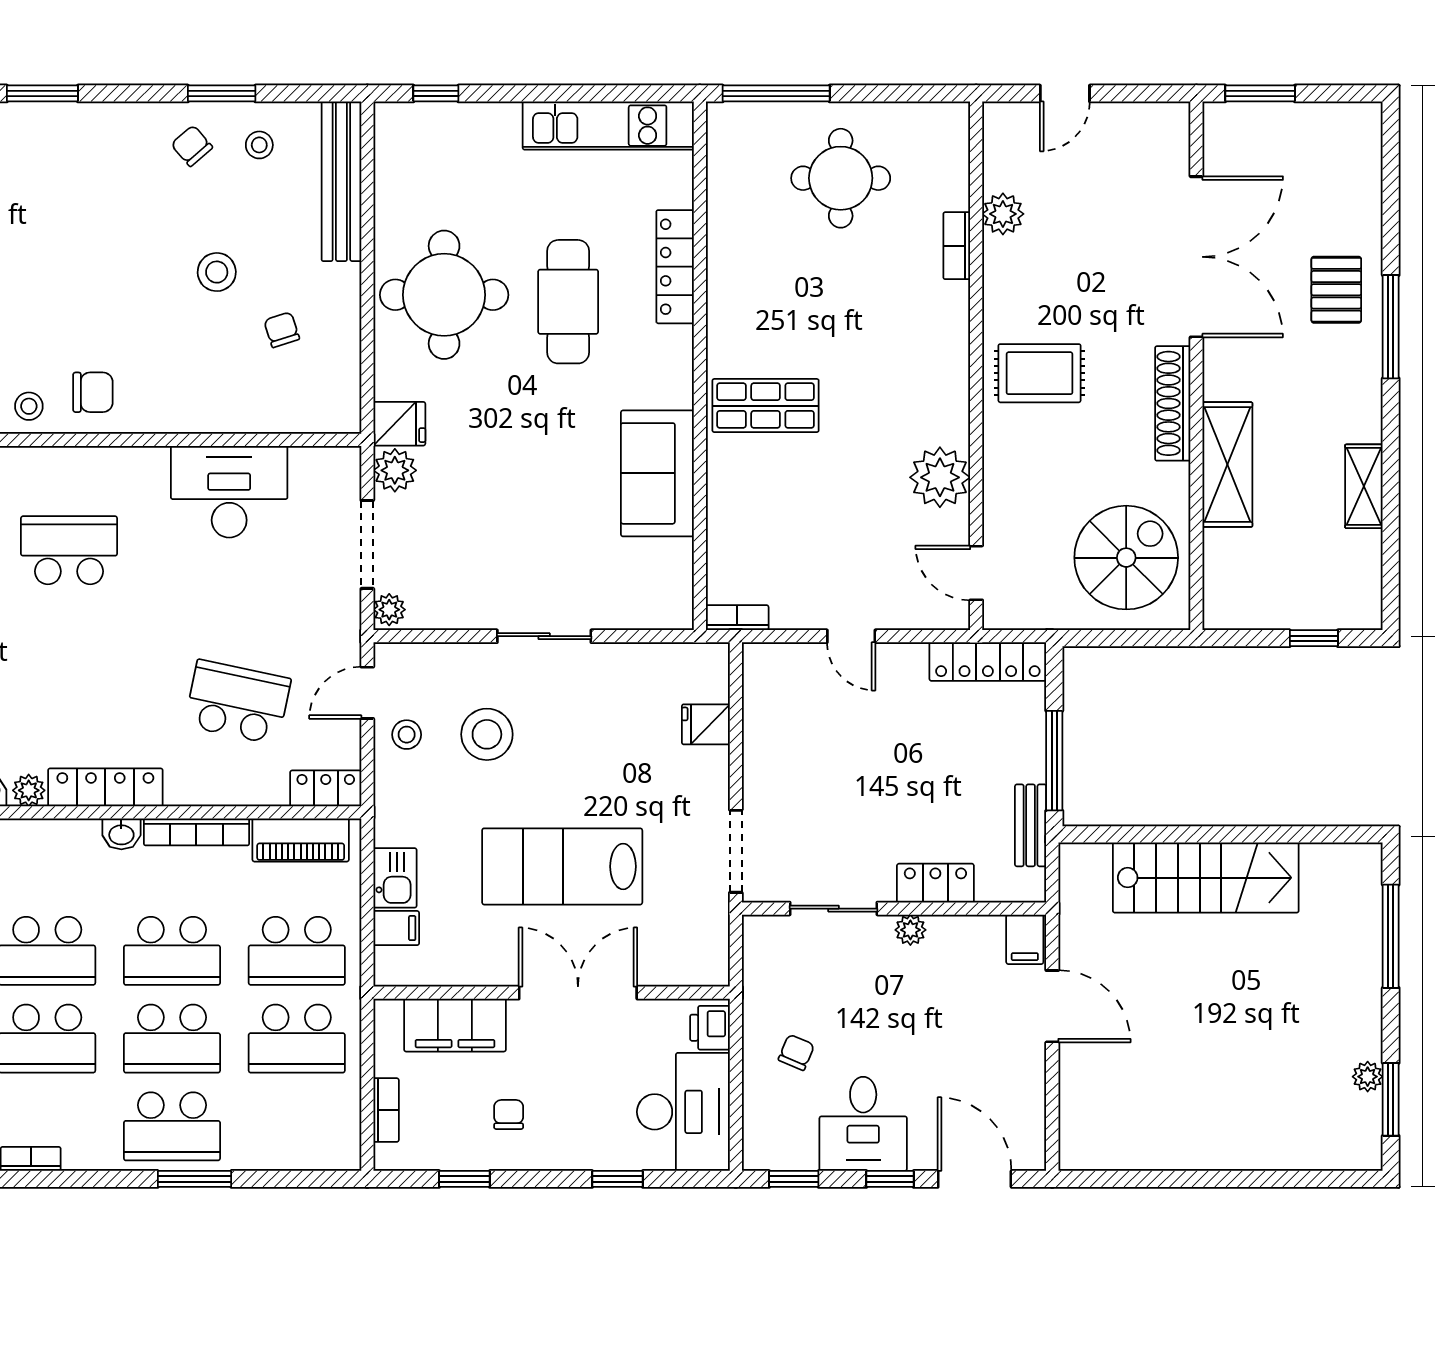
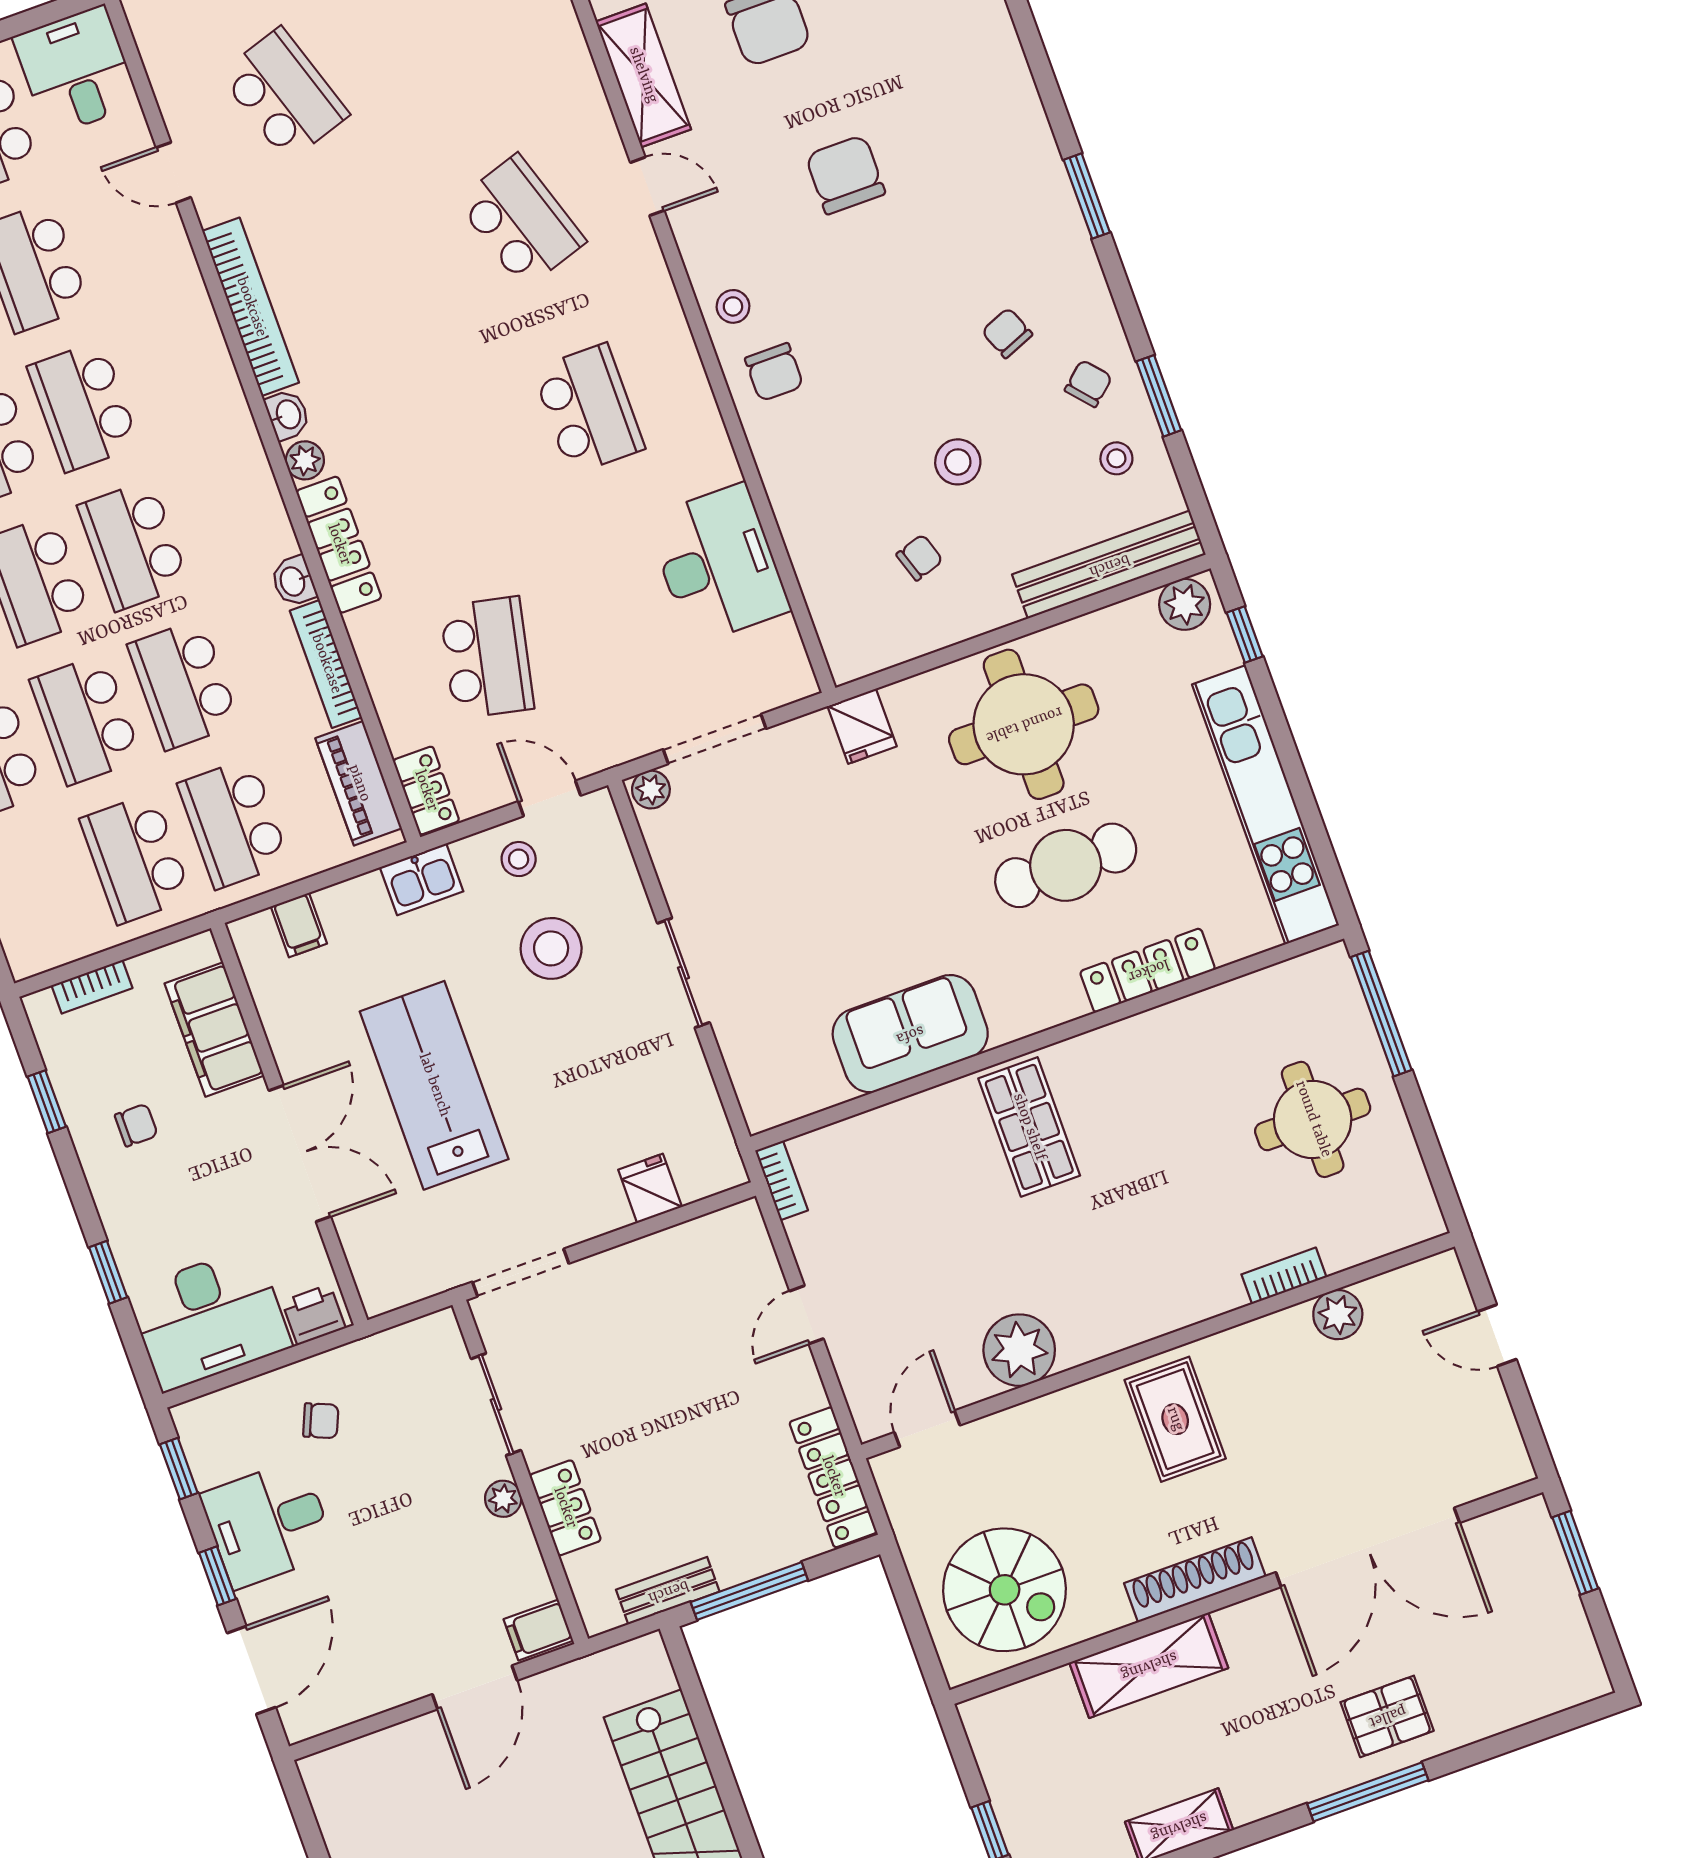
kitchen unit: (608, 126) -> (1266, 805), width x1.36
chair: (128, 196) -> (1007, 333), added
plant: (395, 470) -> (1185, 604), moved
kitchen sink: (395, 878) -> (422, 879), moved

